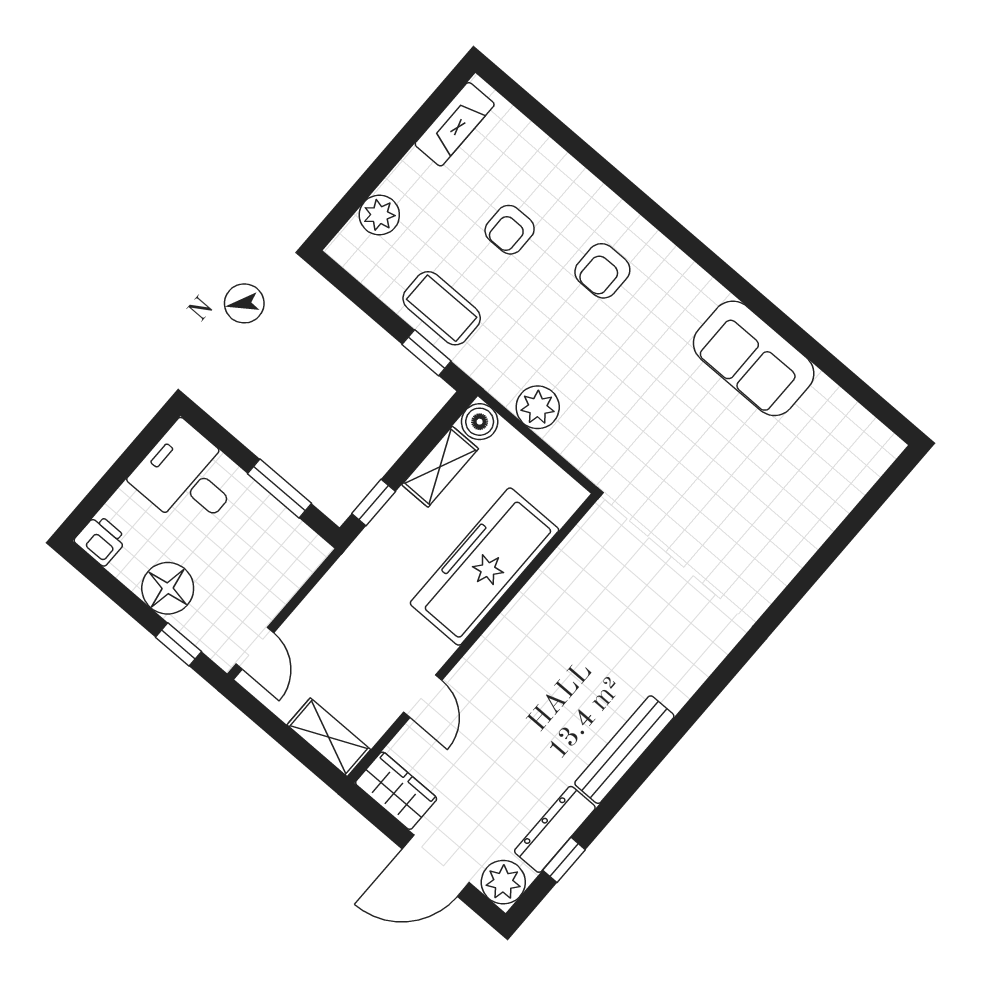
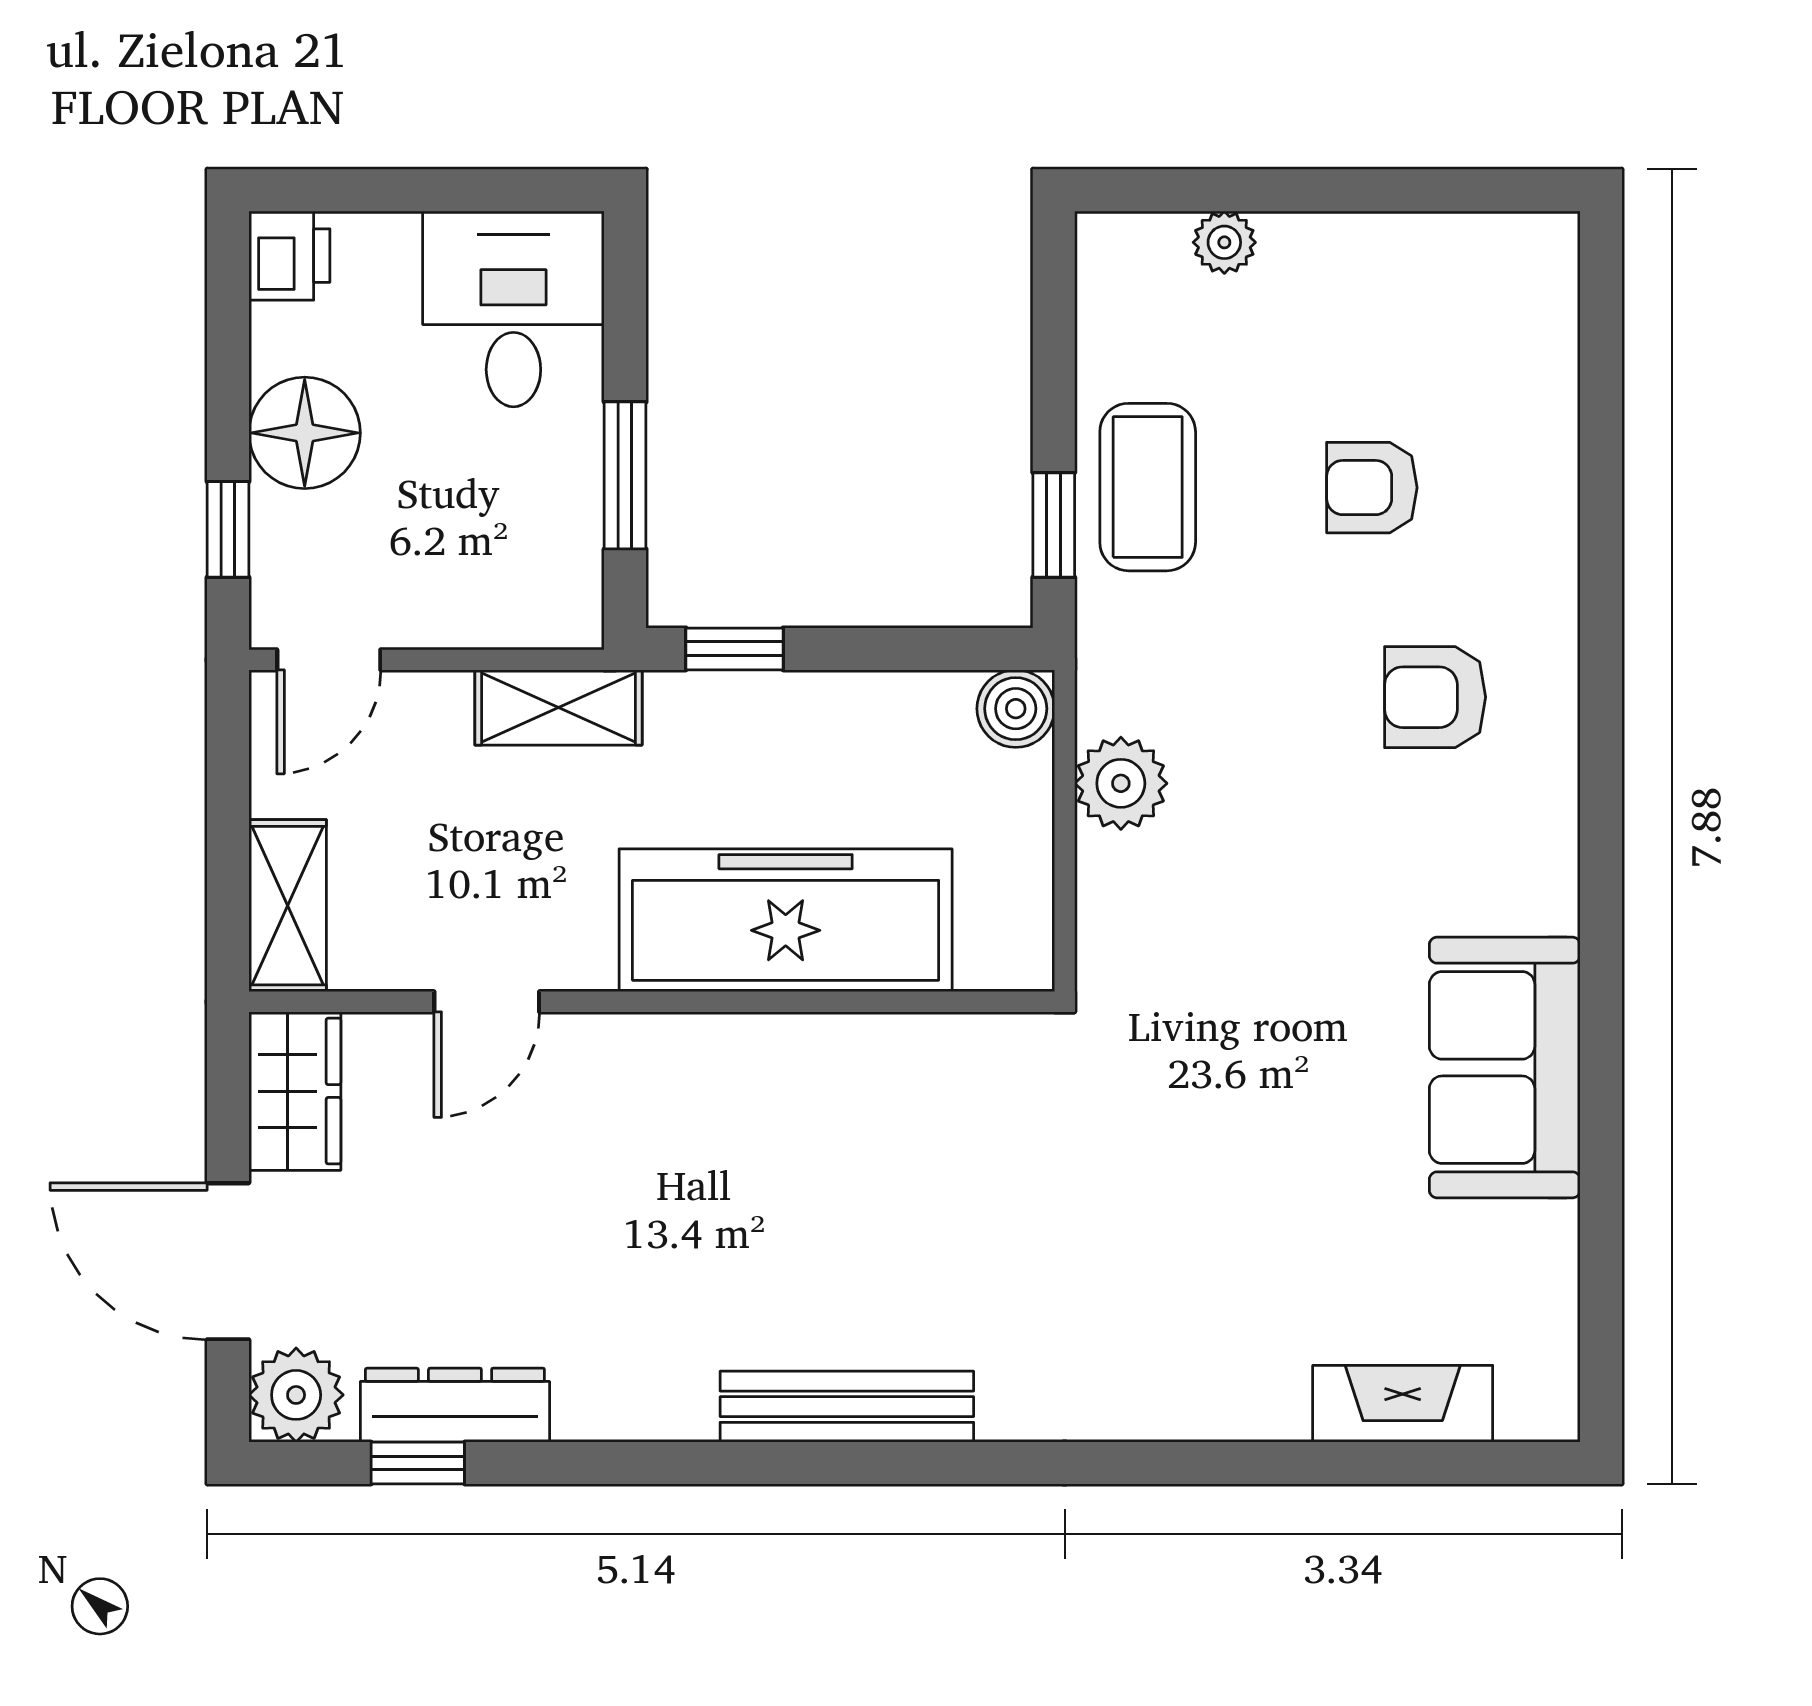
fireplace: (455, 124) -> (1403, 1404), moved, turned 180
plant: (379, 215) -> (1224, 242), width x0.73, depth x0.73
shelving: (440, 467) -> (558, 707), moved
bench: (624, 750) -> (847, 1407), moved

